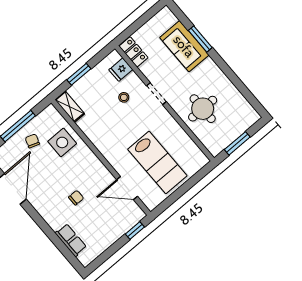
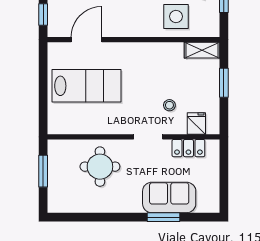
locker: (133, 52) -> (188, 148), moved
lab bench: (157, 162) -> (86, 86), turned 180

